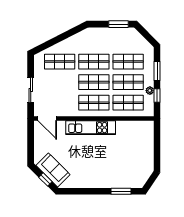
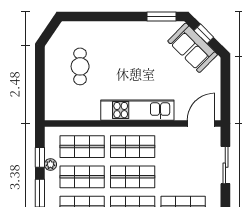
door: (47, 118) -> (201, 123), hinge flipped
cafe table: (130, 157) -> (80, 66), added
window: (121, 191) -> (162, 17), moved

